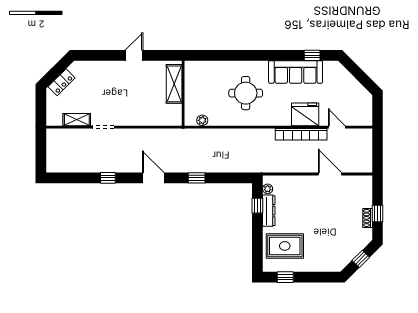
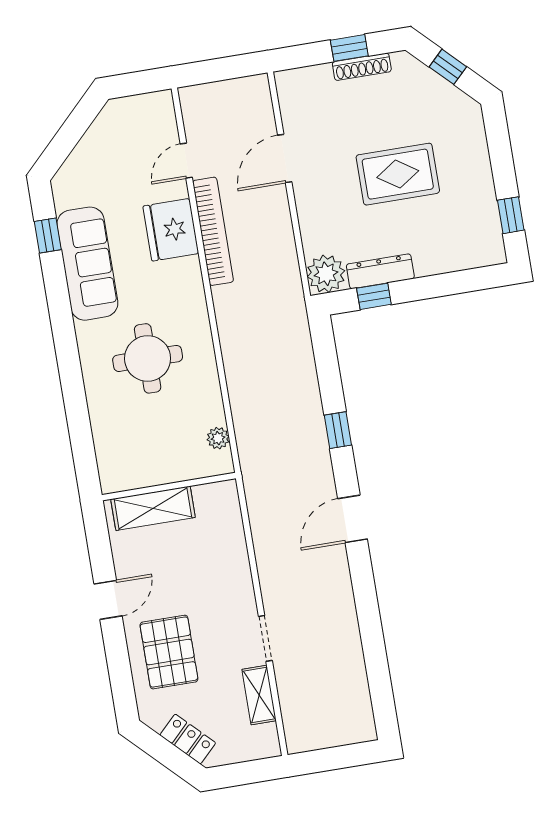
door: (134, 55) -> (108, 600), swing flipped
pallet: (104, 80) -> (169, 652), added
window: (108, 178) -> (368, 612), removed
plant: (268, 189) -> (326, 274), width x1.87, depth x1.87
shoe rack: (368, 218) -> (362, 67), width x1.43
rug: (285, 246) -> (398, 174), moved, turned 90

